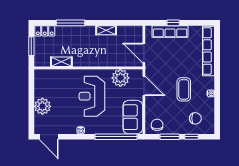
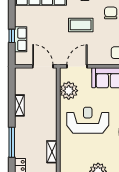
row of seats: (170, 31) -> (21, 39), width x0.68
door: (144, 53) -> (43, 66), swing flipped
reception desk: (92, 96) -> (88, 120), turned 180

